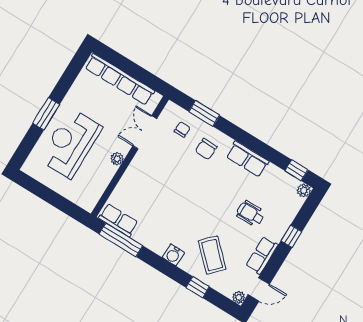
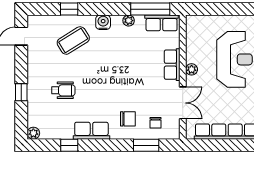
chair: (206, 149) -> (128, 119), turned 89
window: (296, 170) -> (69, 145), moved
coffee table: (212, 255) -> (73, 40), turned -76
row of seats: (262, 255) -> (172, 65), moved, turned 180
plant: (239, 297) -> (129, 21), moved

